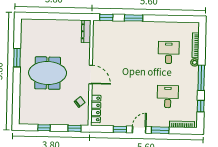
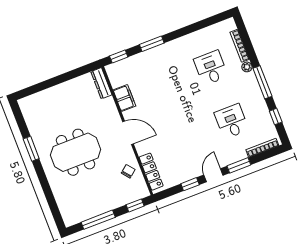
filing cabinet: (98, 49) -> (124, 98), added
window: (44, 128) -> (98, 220), width x2.17

